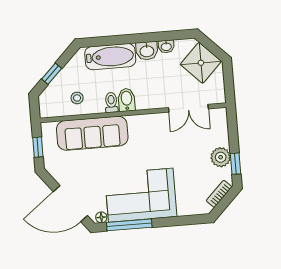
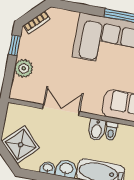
double door: (188, 108) -> (61, 110), moved
plant: (221, 157) -> (24, 68), moved

